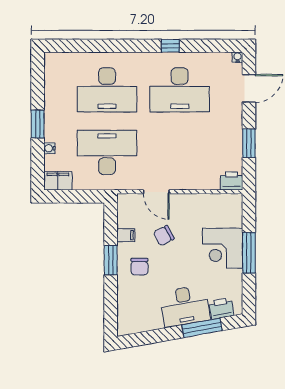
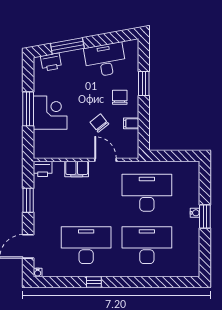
water cooler: (49, 148) -> (195, 213), moved
desk: (107, 152) -> (147, 193), turned 180
filing cabinet: (58, 181) -> (77, 169), moved
chair: (164, 236) -> (99, 123), turned -102
window: (111, 260) -> (144, 83), moved
desk: (185, 306) -> (105, 60), moved

